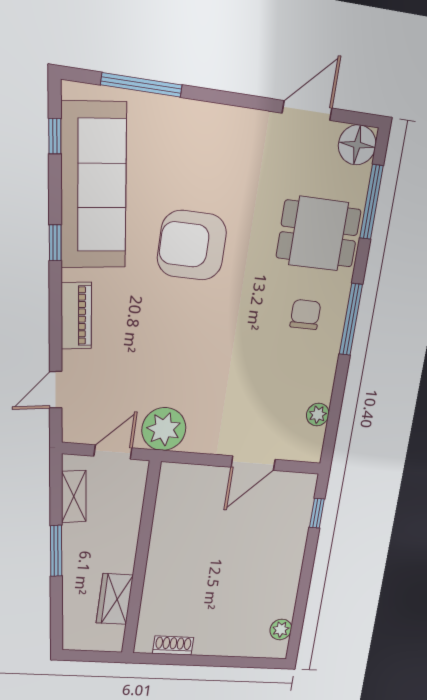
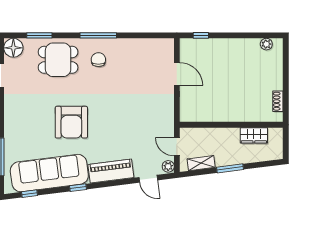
window: (371, 202) -> (39, 35), width x0.69
dining table: (319, 234) -> (58, 60), turned 90
chair: (305, 314) -> (98, 60), turned 90
piano: (76, 316) -> (111, 171), width x1.37, depth x1.33
plant: (318, 415) -> (149, 44), removed
plant: (164, 429) -> (168, 166), moved, width x0.53, depth x0.53

